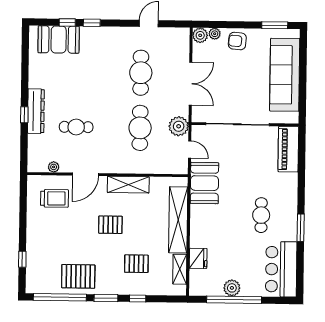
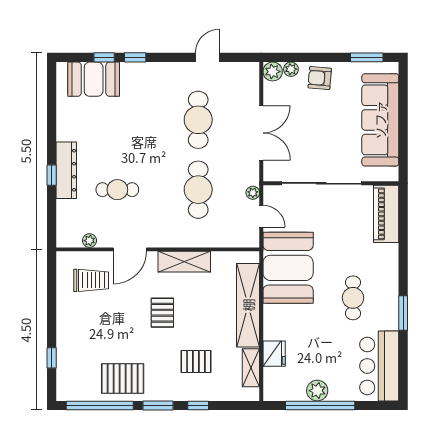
plant: (179, 126) -> (253, 193), width x0.53, depth x0.53
booth: (204, 183) -> (288, 268), width x1.36, depth x1.42
pallet: (110, 225) -> (162, 313), turned 90

